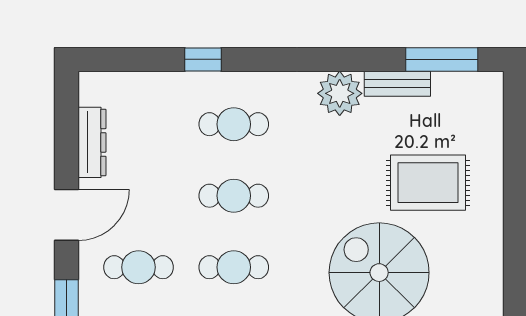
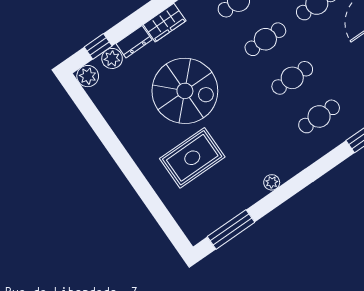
bench: (397, 84) -> (246, 200), removed
plant: (340, 93) -> (272, 182), width x0.53, depth x0.53

